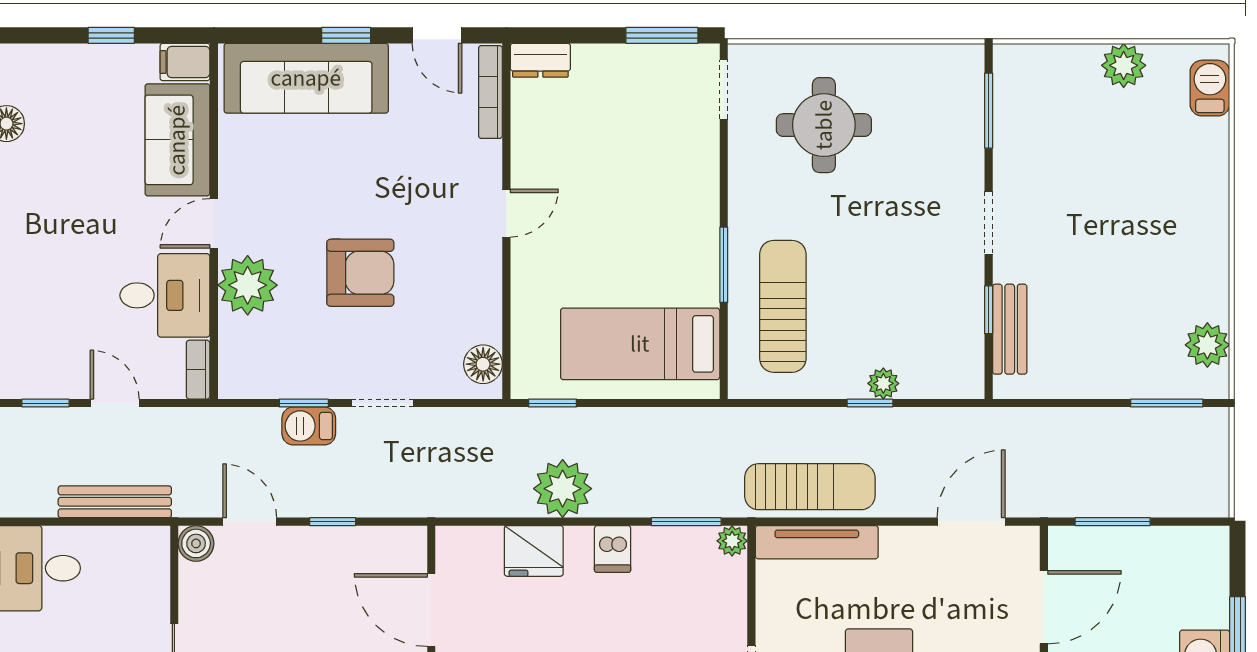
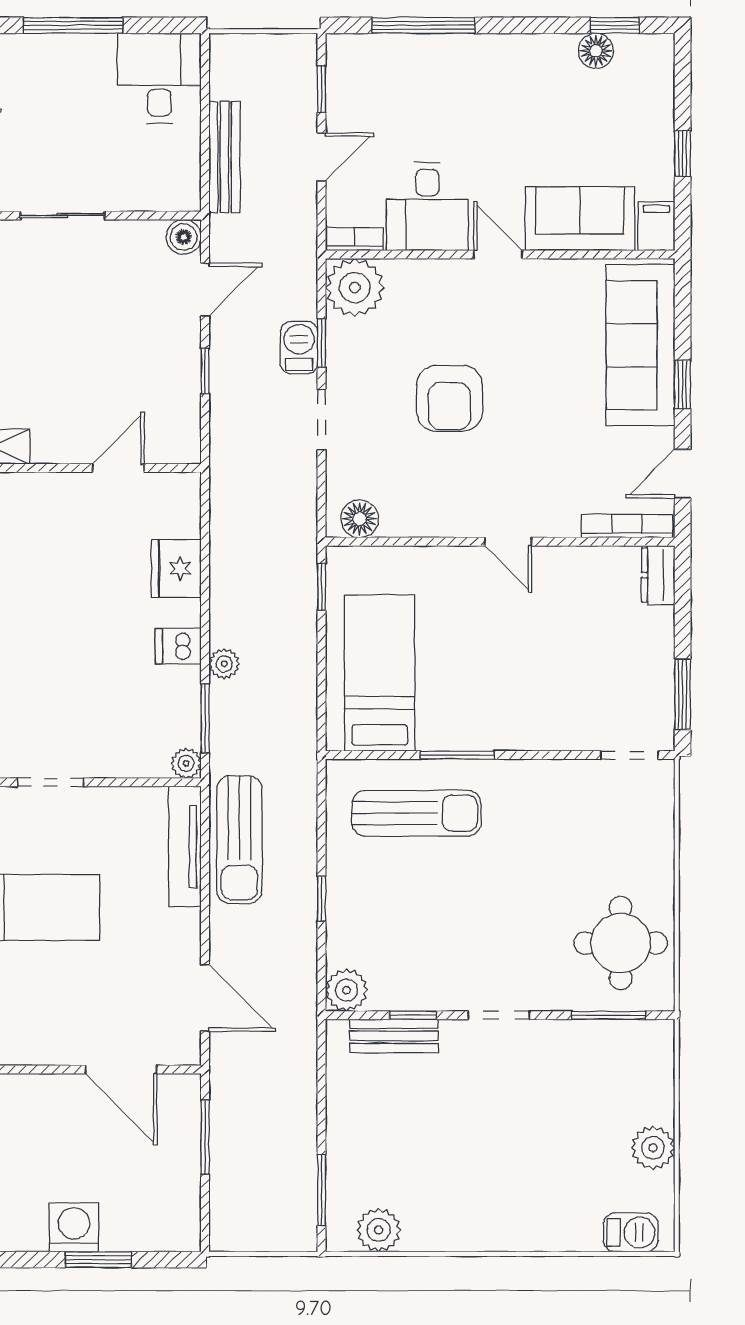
round table: (824, 125) -> (621, 943), moved
plant: (248, 285) -> (355, 288), moved
plant: (883, 383) -> (347, 990), moved, width x1.38, depth x1.38
plant: (563, 489) -> (224, 664), moved, width x0.53, depth x0.53
door: (431, 610) -> (118, 468), width x0.73

